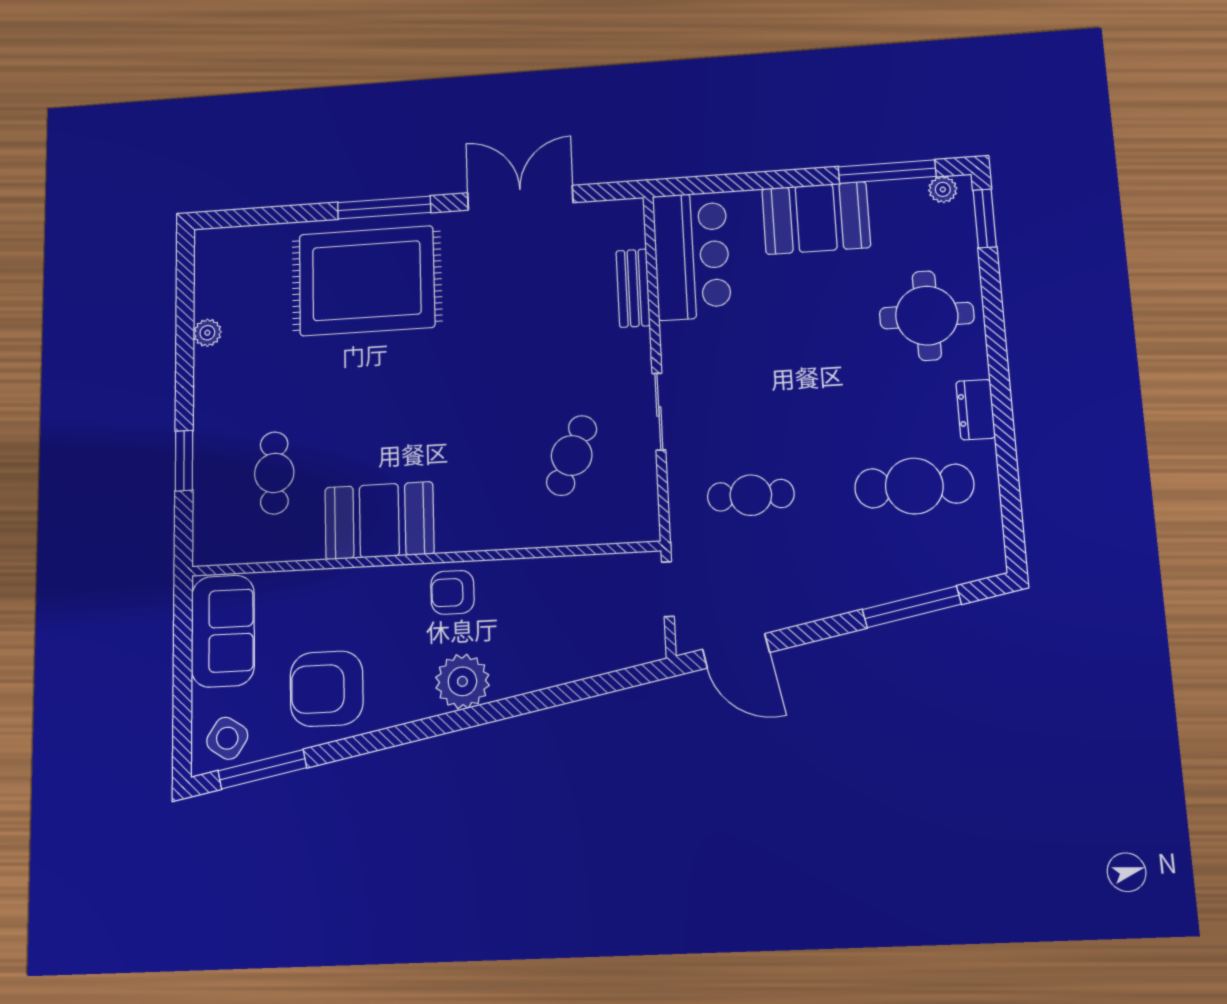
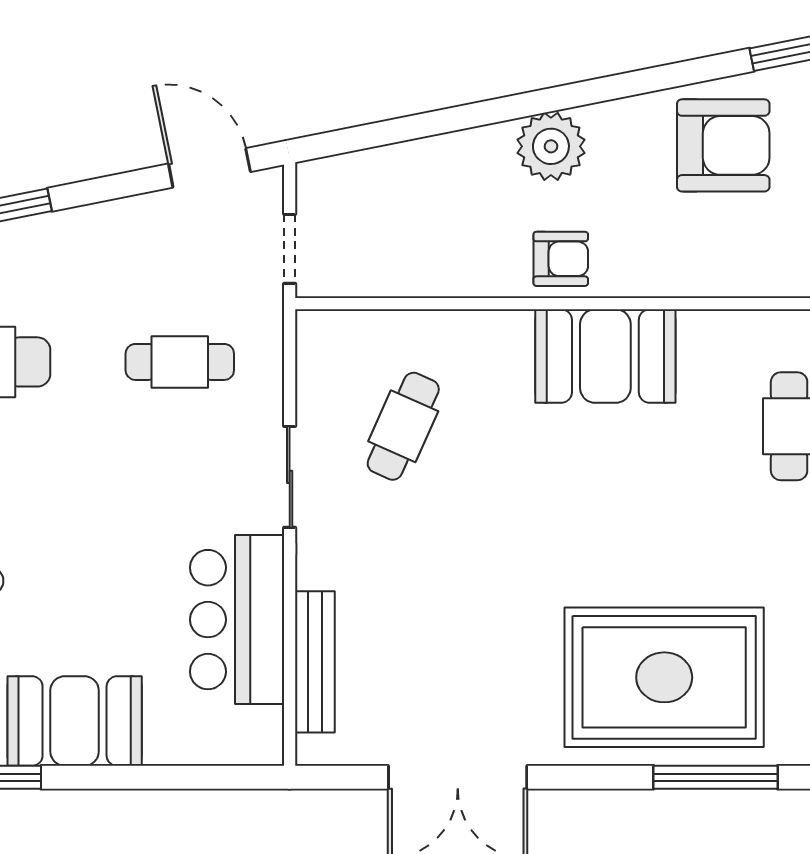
window: (384, 207) -> (715, 777), moved
bar counter: (692, 256) -> (237, 620), moved
bench: (633, 288) -> (315, 662), width x1.36
booth: (379, 521) -> (605, 356), moved

